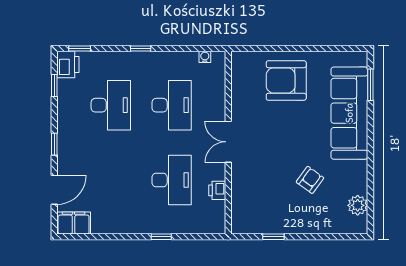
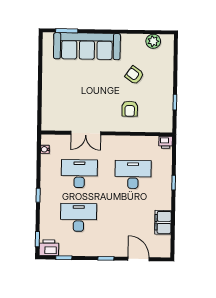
armchair: (286, 80) -> (130, 109), moved, width x0.53, depth x0.53
double door: (228, 142) -> (86, 133), moved
printer: (217, 190) -> (166, 142), moved
filing cabinet: (74, 223) -> (163, 222), moved

